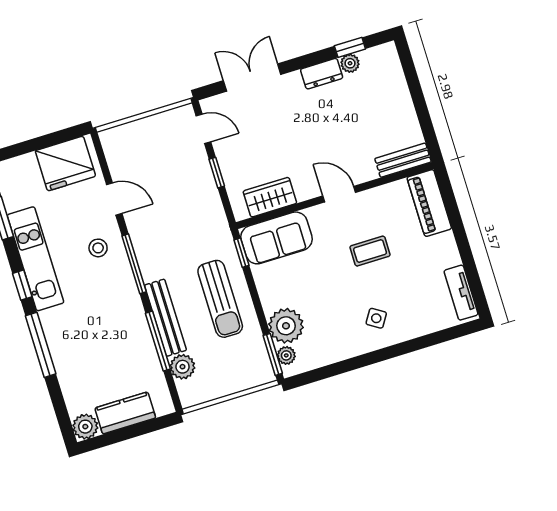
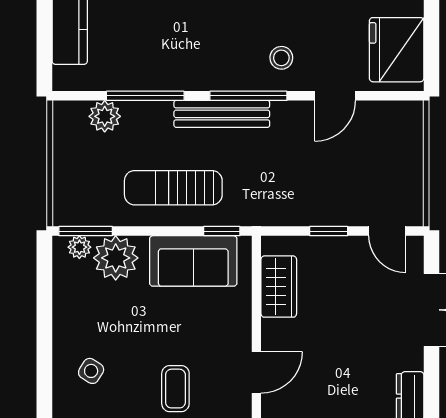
door: (203, 129) -> (387, 231), hinge flipped
sofa: (277, 238) -> (193, 261), moved, turned -90
bench: (165, 318) -> (222, 114), moved

